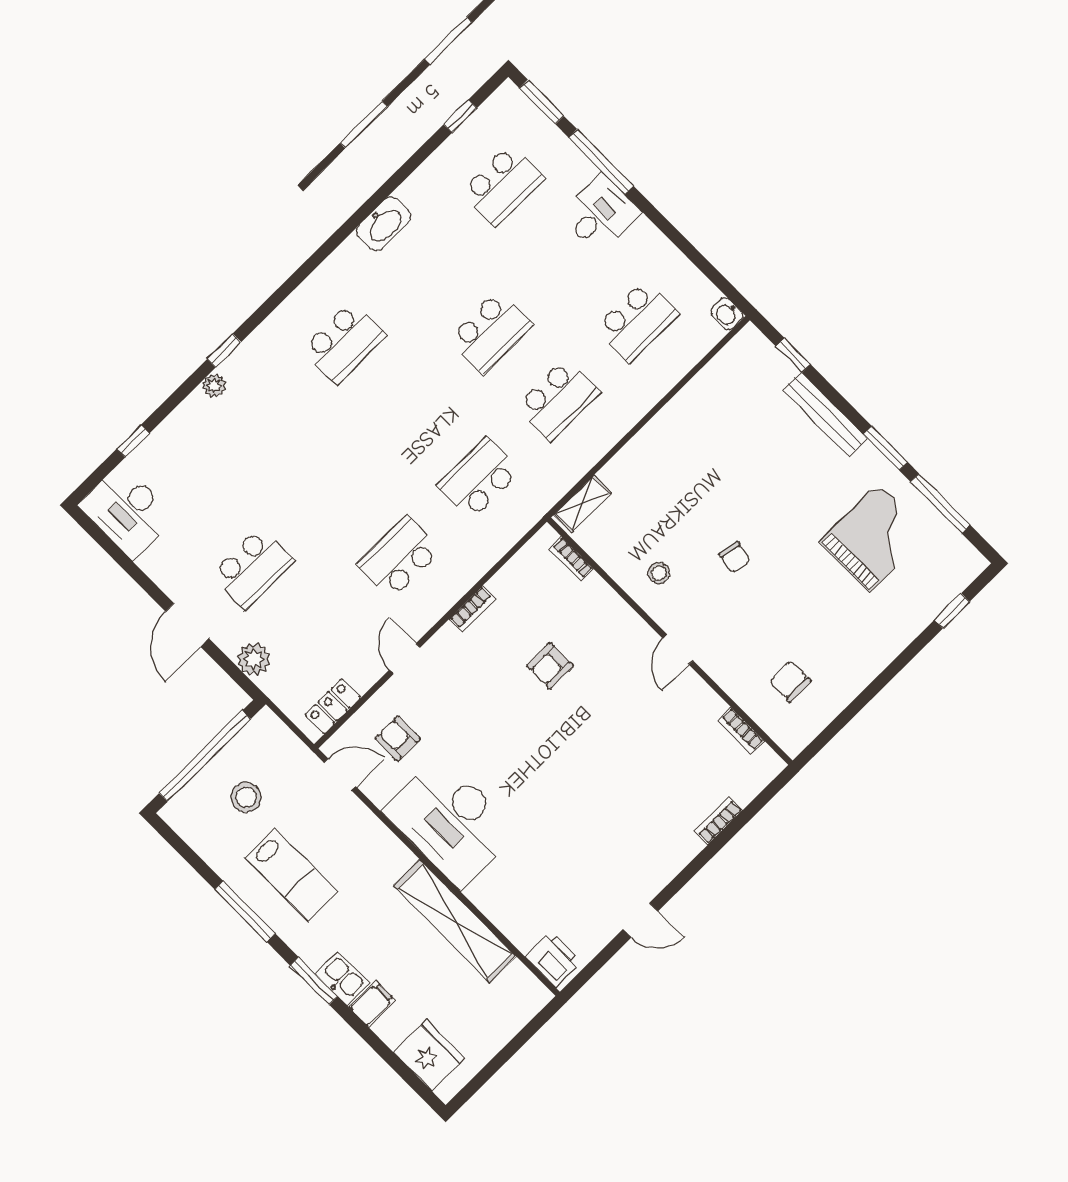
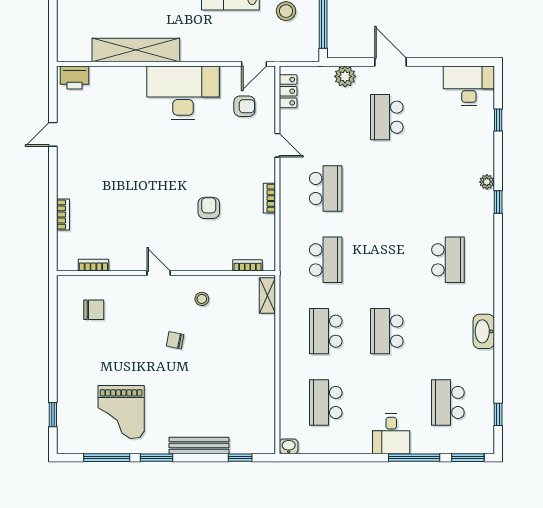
school desk: (344, 343) -> (448, 260), turned 180

